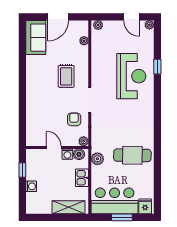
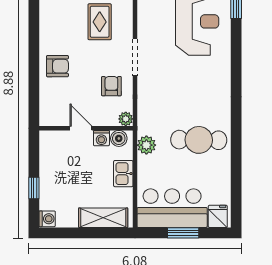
armchair: (38, 106) -> (57, 66), added
window: (22, 170) -> (34, 188), moved
washing machine: (31, 186) -> (47, 219), moved

